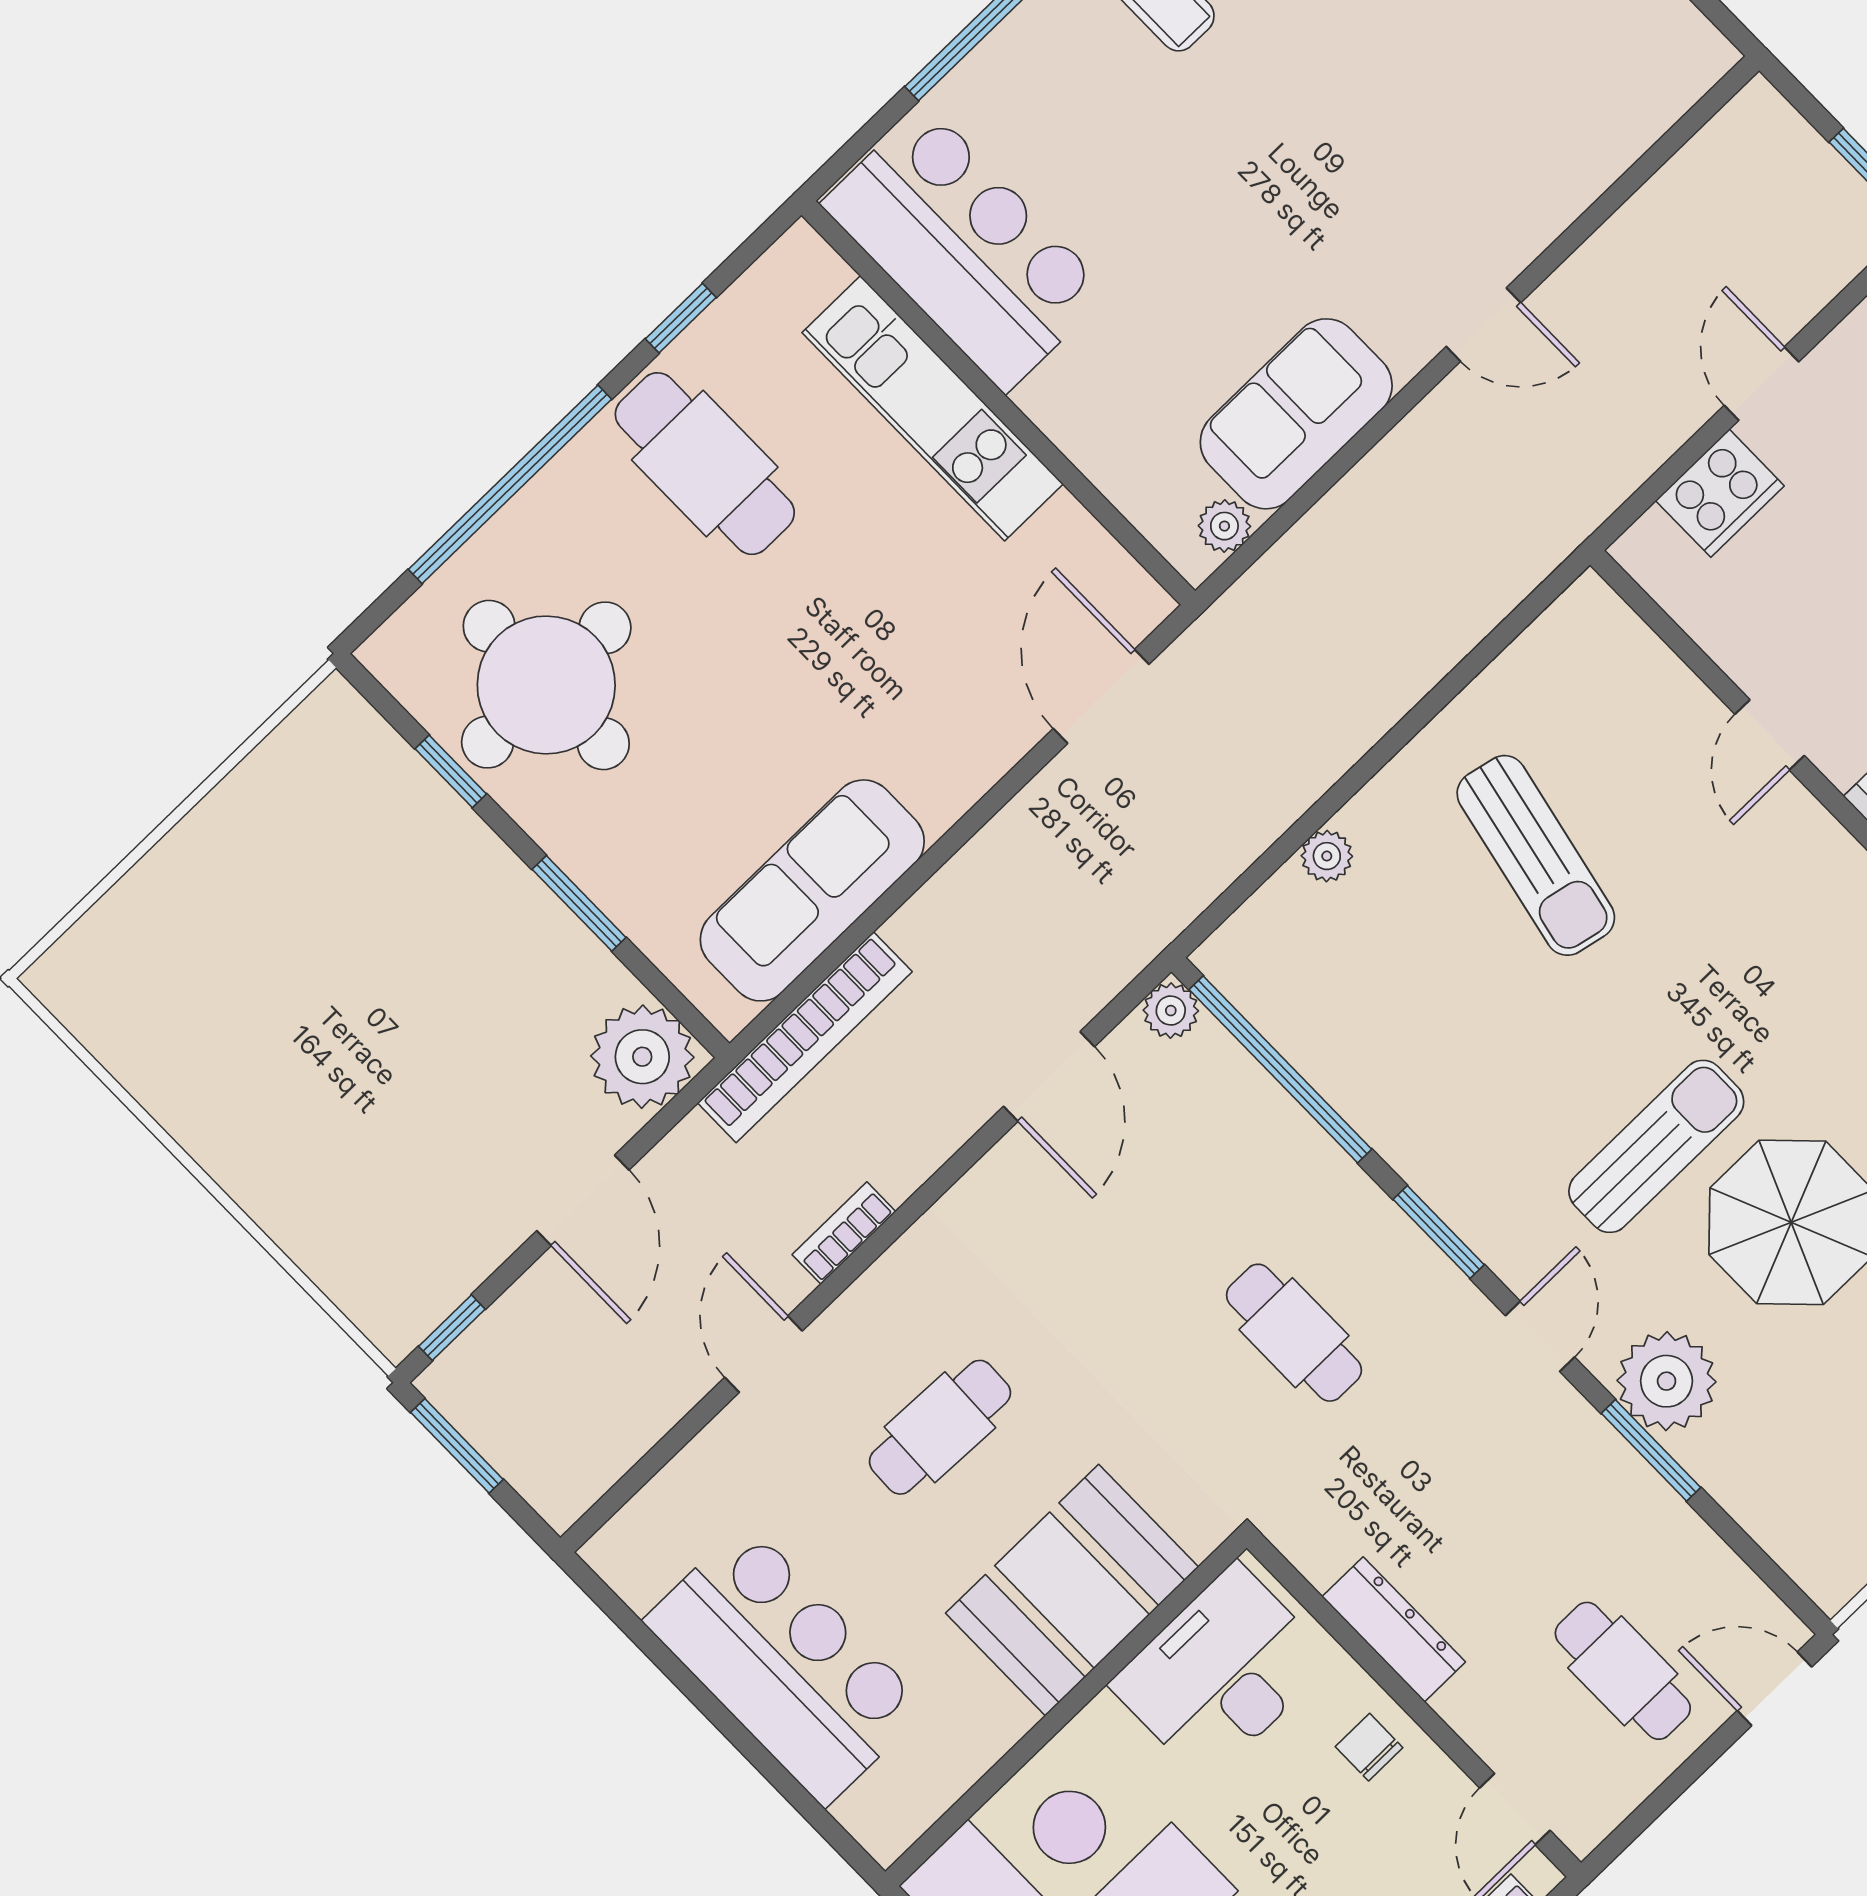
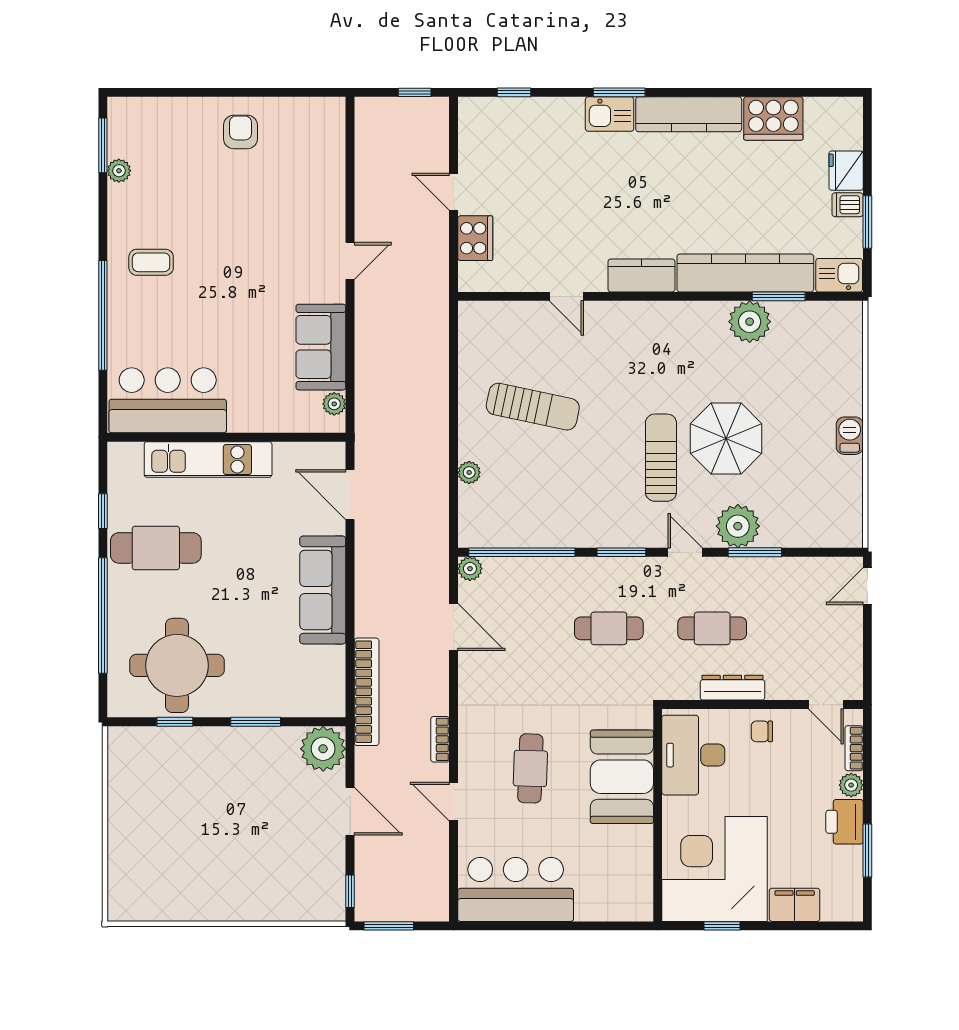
sofa: (812, 890) -> (323, 590), moved
bar counter: (785, 1664) -> (516, 889), moved
cafe table: (1623, 1671) -> (712, 628), moved

